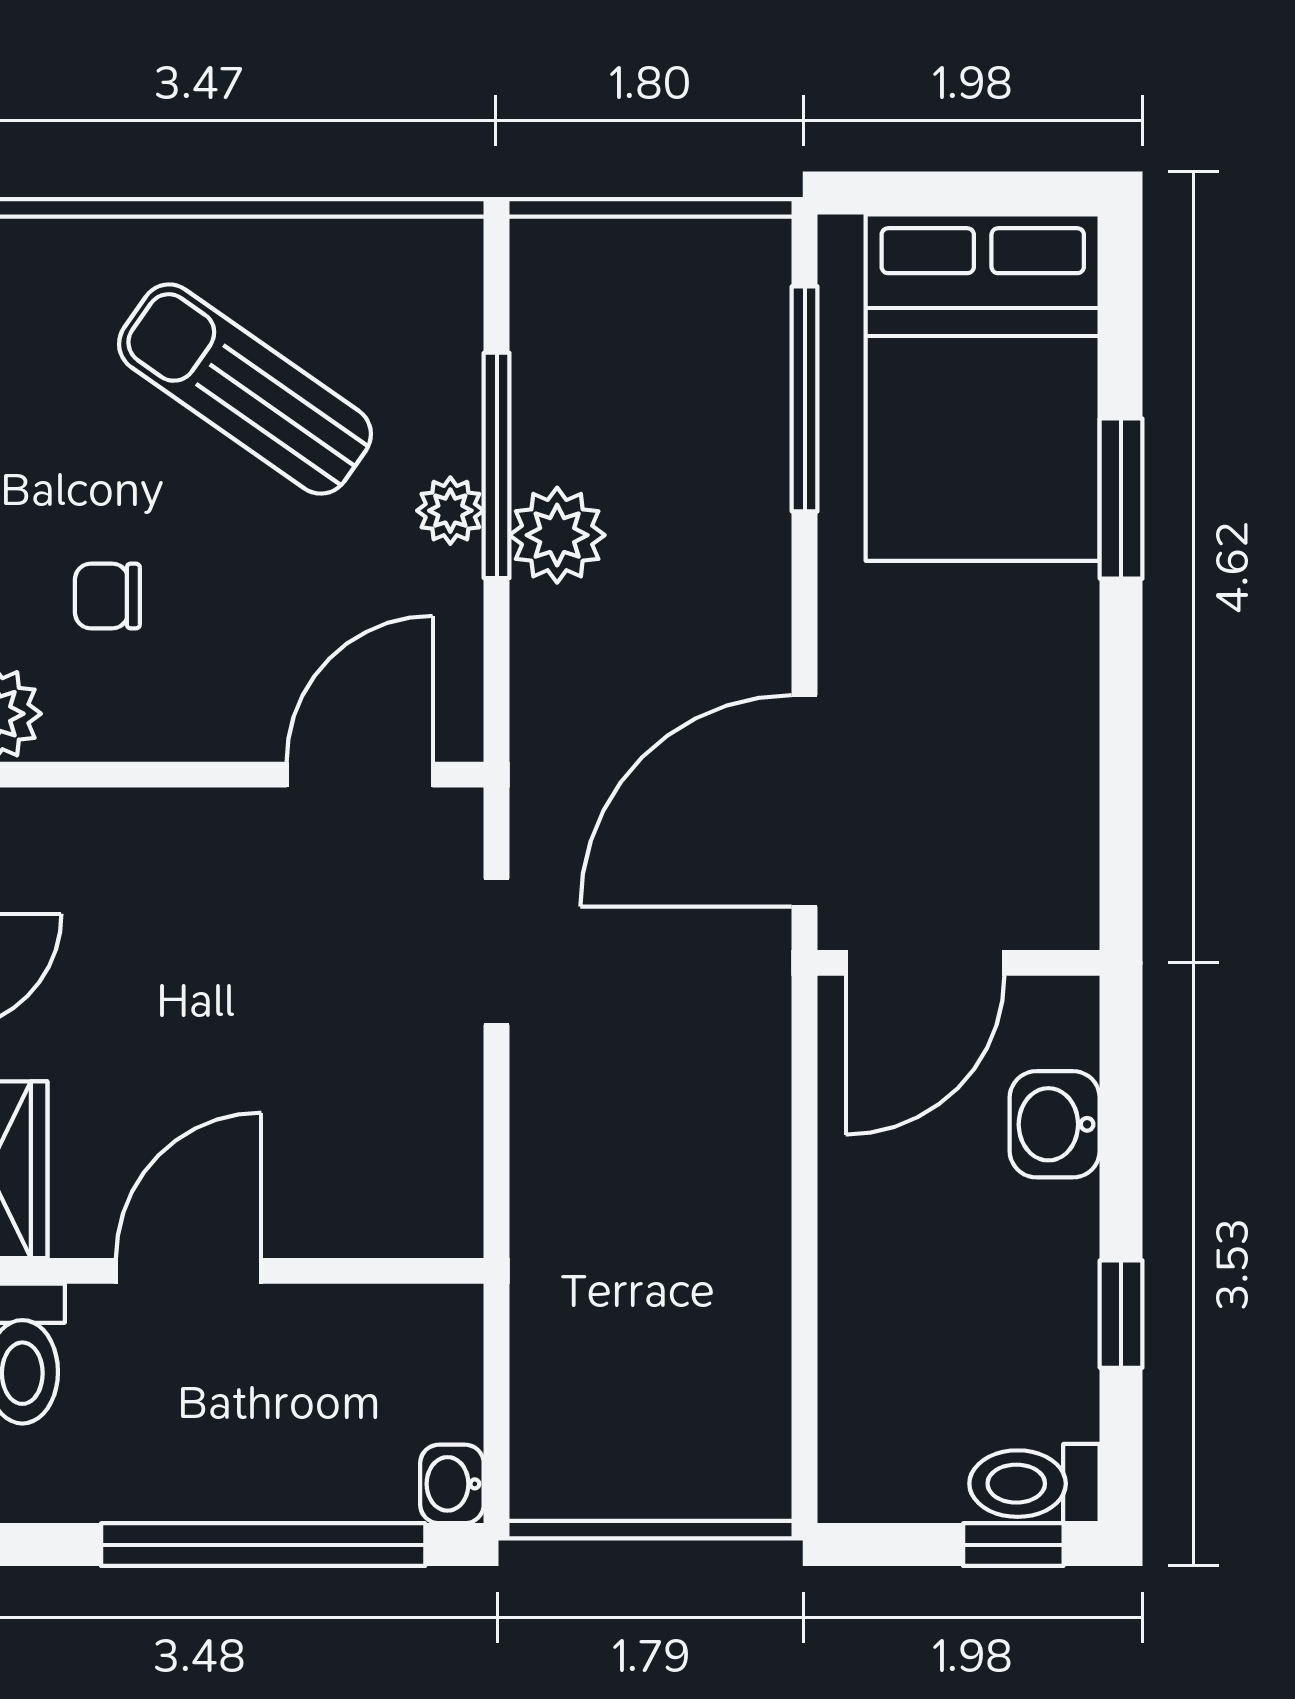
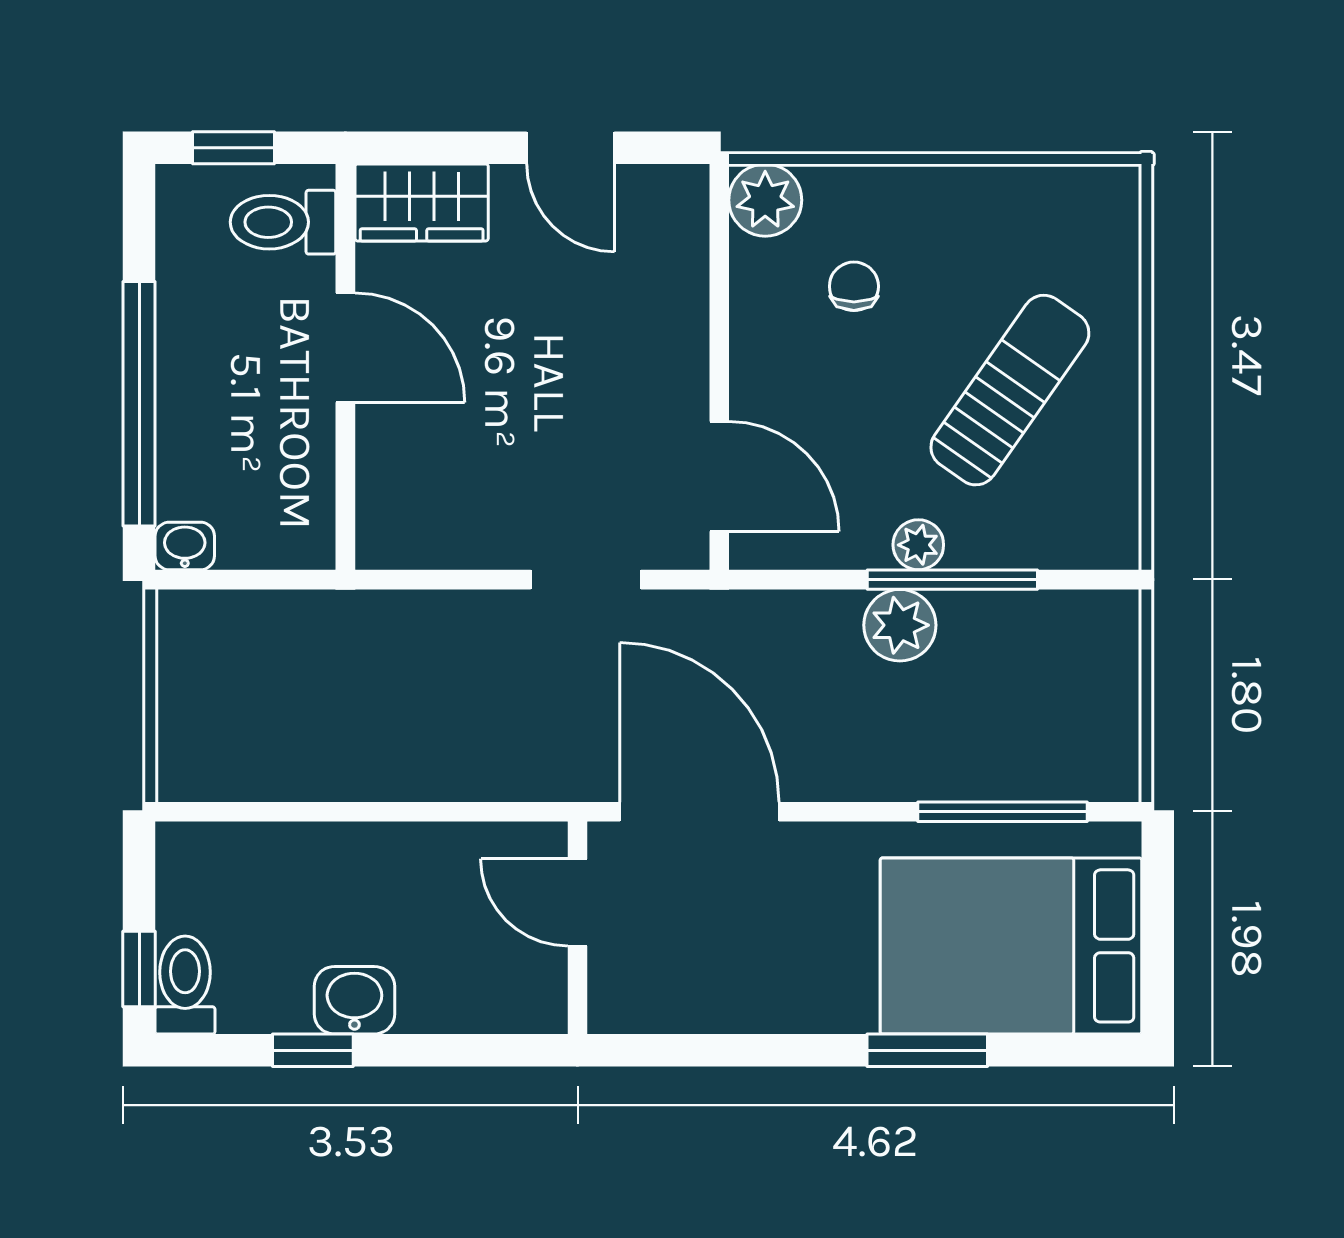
door: (925, 963) -> (577, 902), width x0.73
washbasin: (1055, 1124) -> (354, 1000), moved

